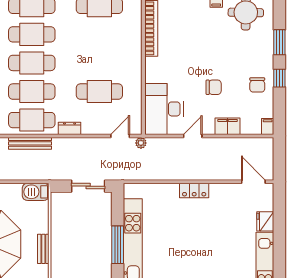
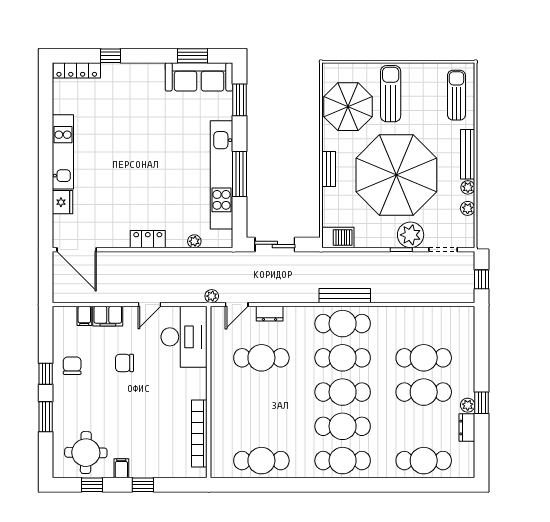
filing cabinet: (268, 126) -> (84, 316), moved
dresser: (70, 128) -> (270, 314), moved
door: (253, 182) -> (77, 250), width x1.36
plant: (155, 189) -> (194, 241), added

